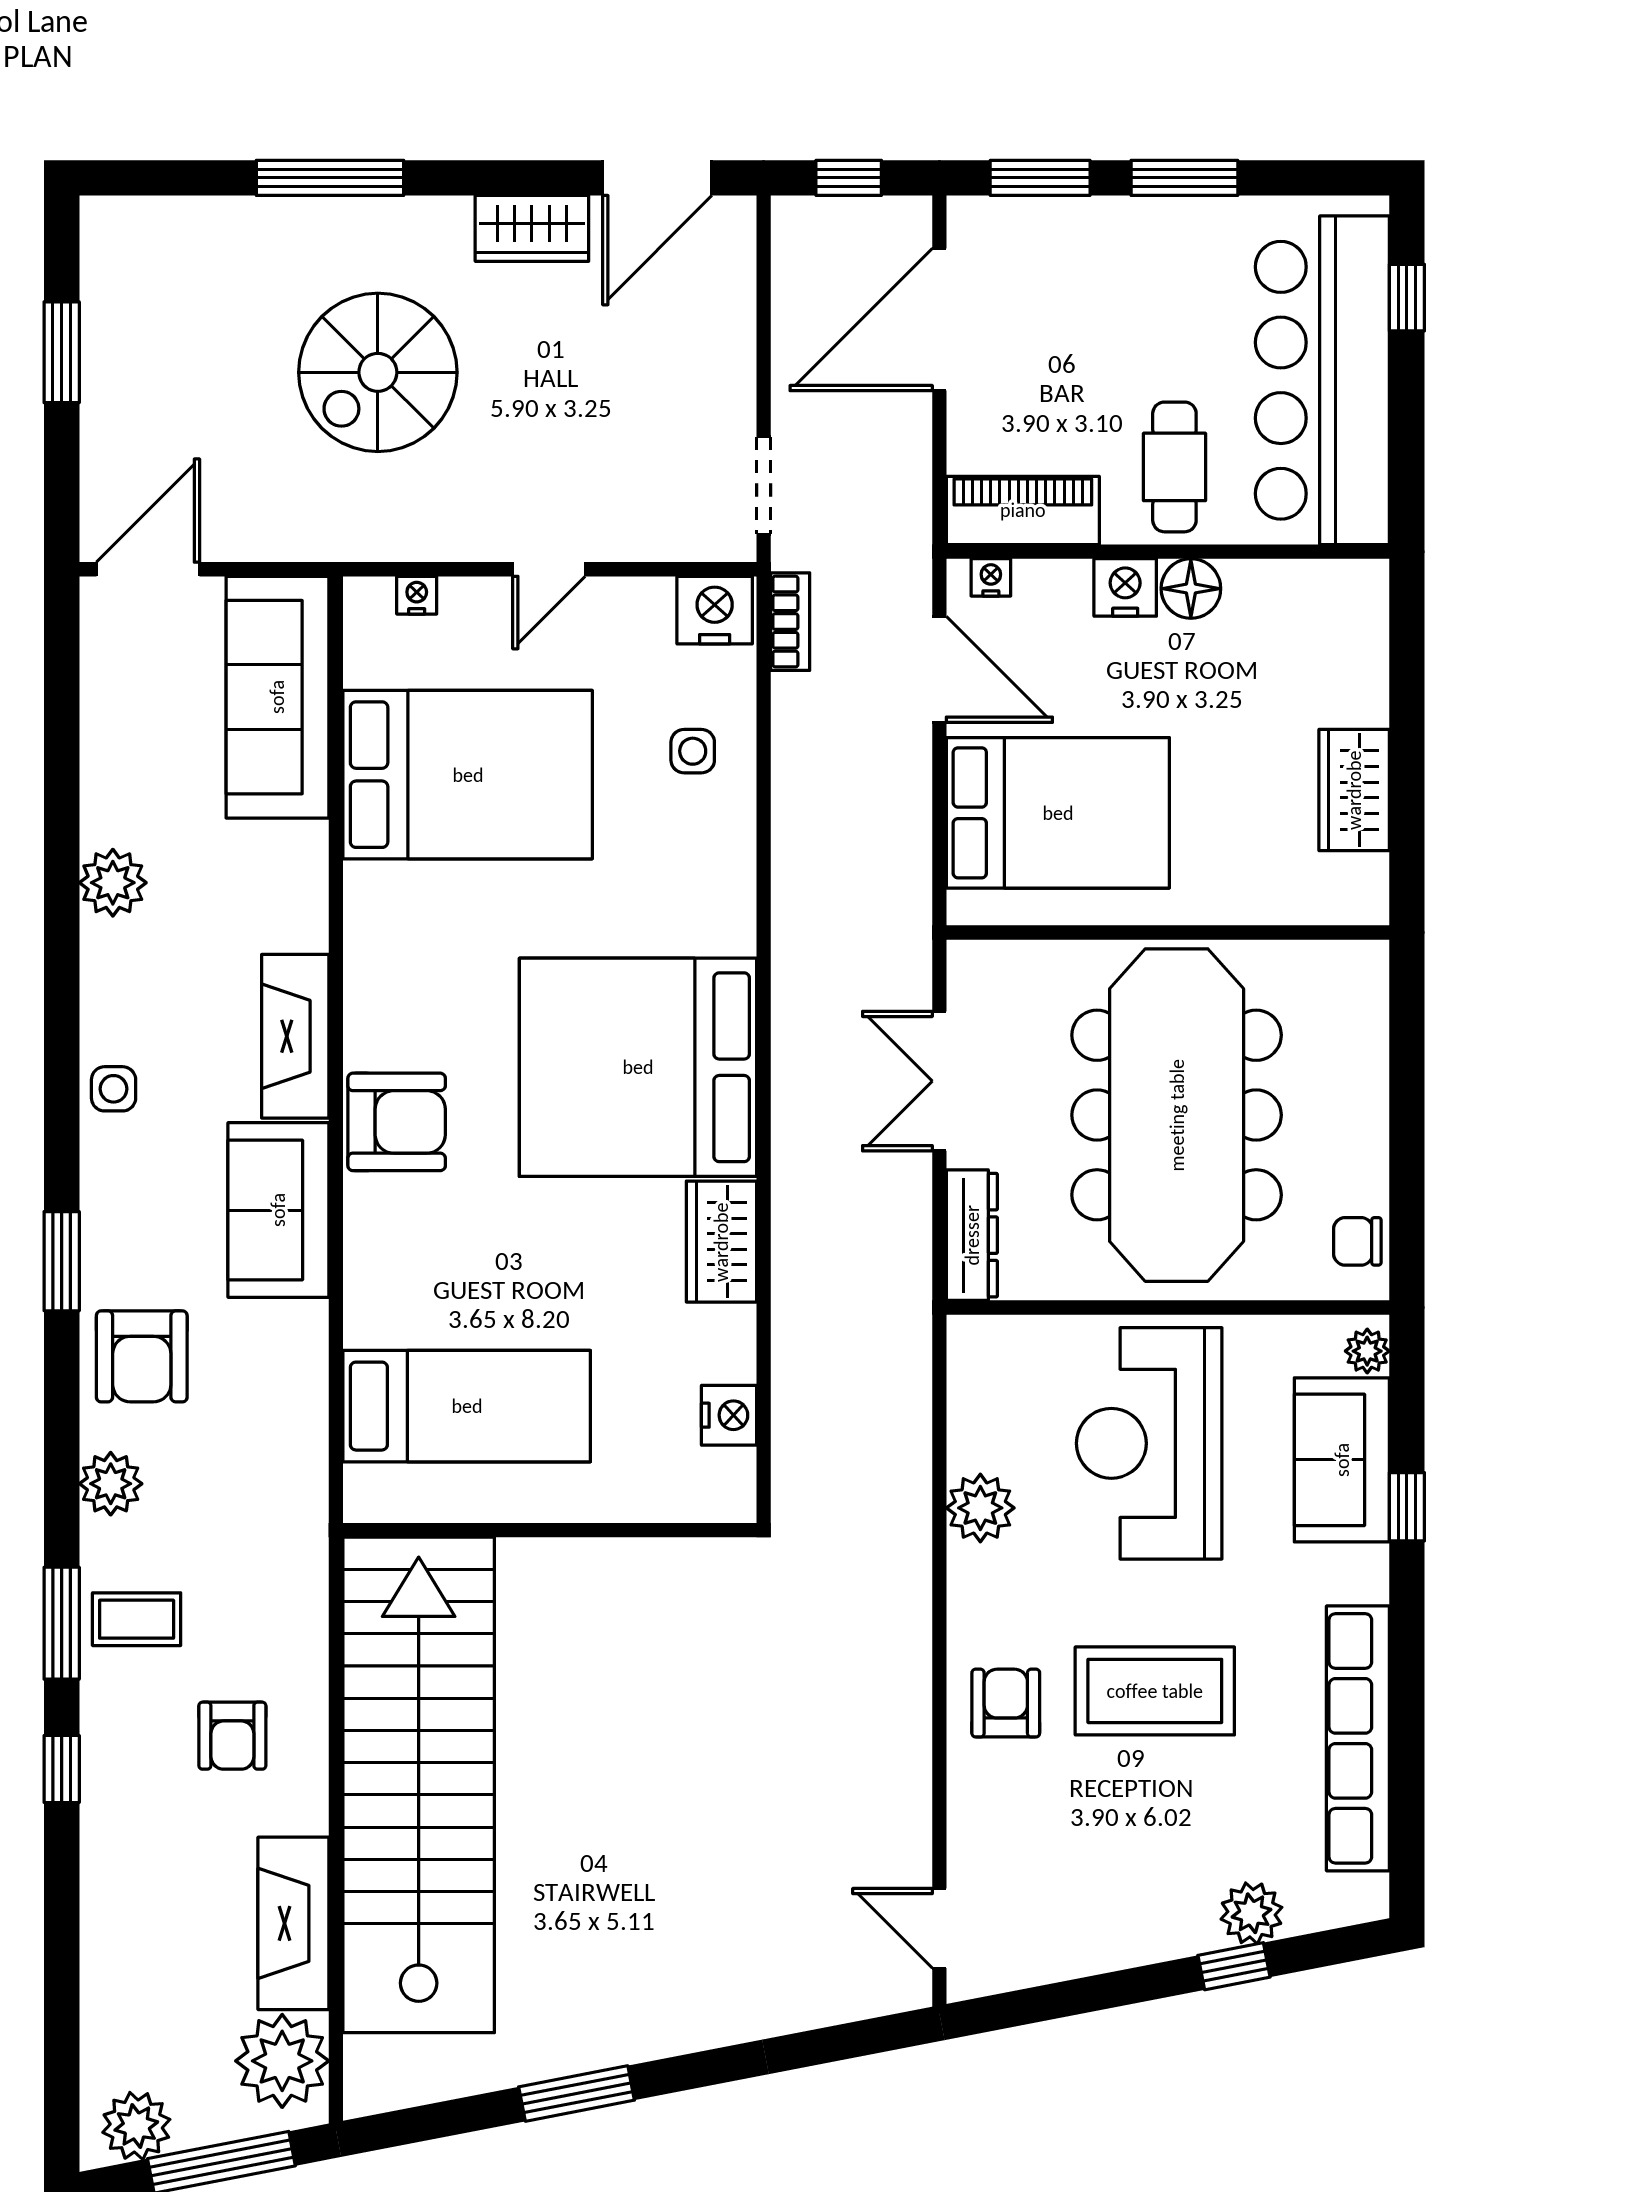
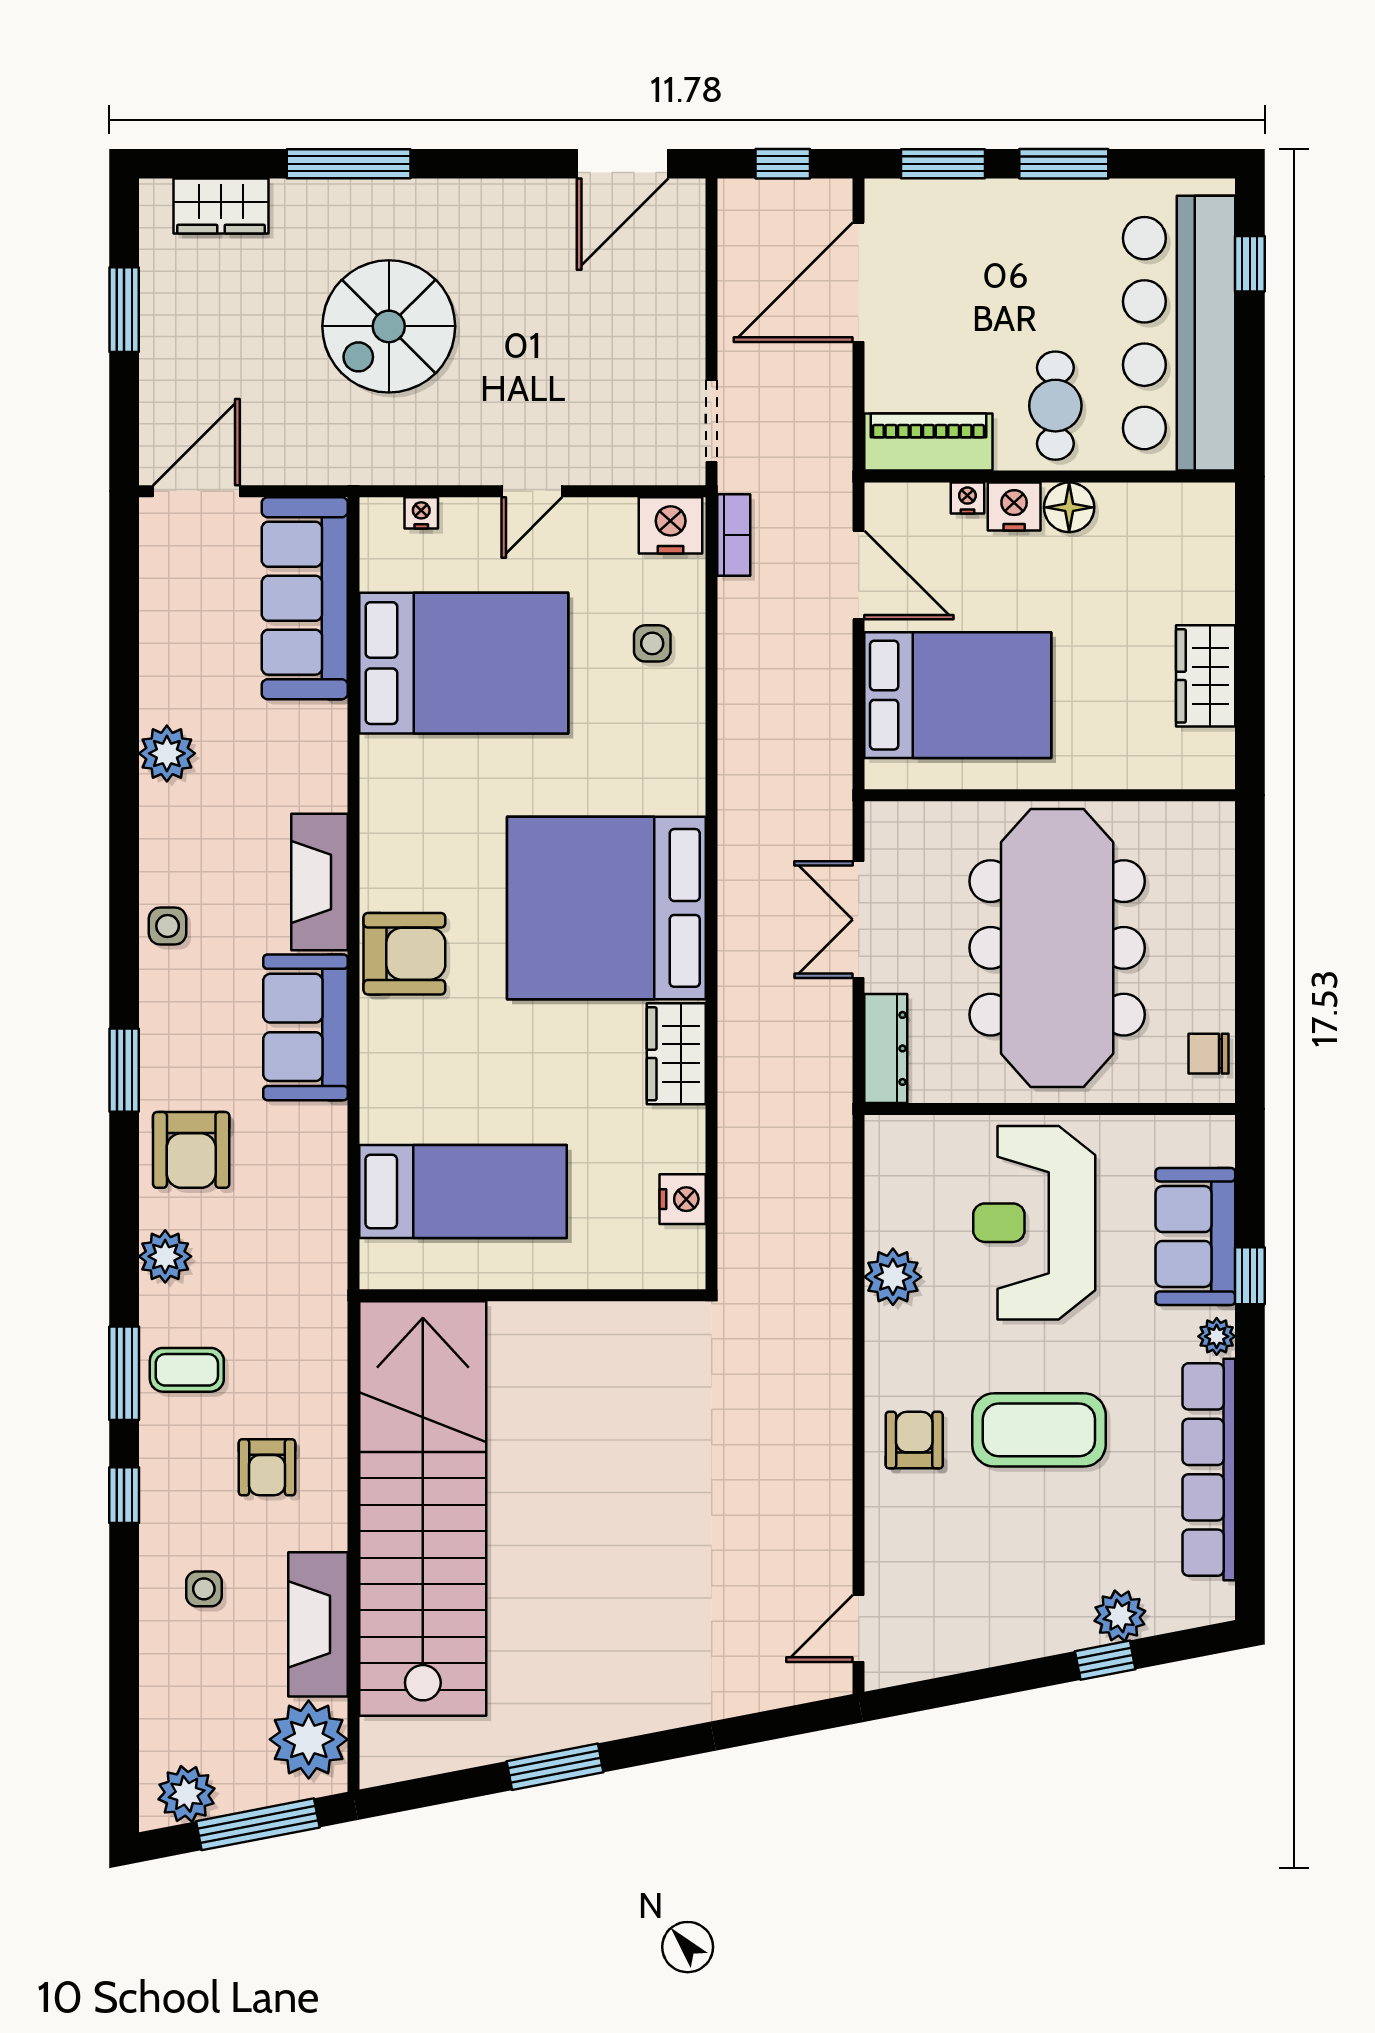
wardrobe: (532, 228) -> (221, 206), moved
nightstand: (991, 577) -> (967, 498), moved
plant: (1367, 1351) -> (1217, 1336), moved
side table: (157, 1881) -> (204, 1589), added
door: (939, 1928) -> (859, 1628), hinge flipped

